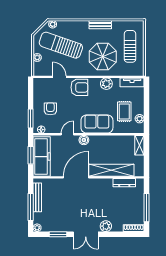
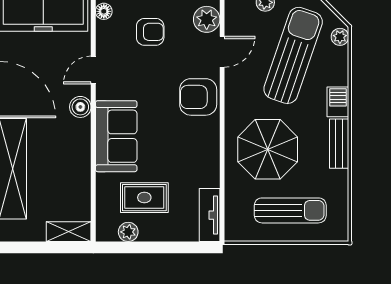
barbecue: (82, 25) -> (338, 102), added
plant: (106, 84) -> (207, 19), moved
armchair: (79, 87) -> (198, 97), turned 90
door: (67, 134) -> (93, 70), swing flipped

